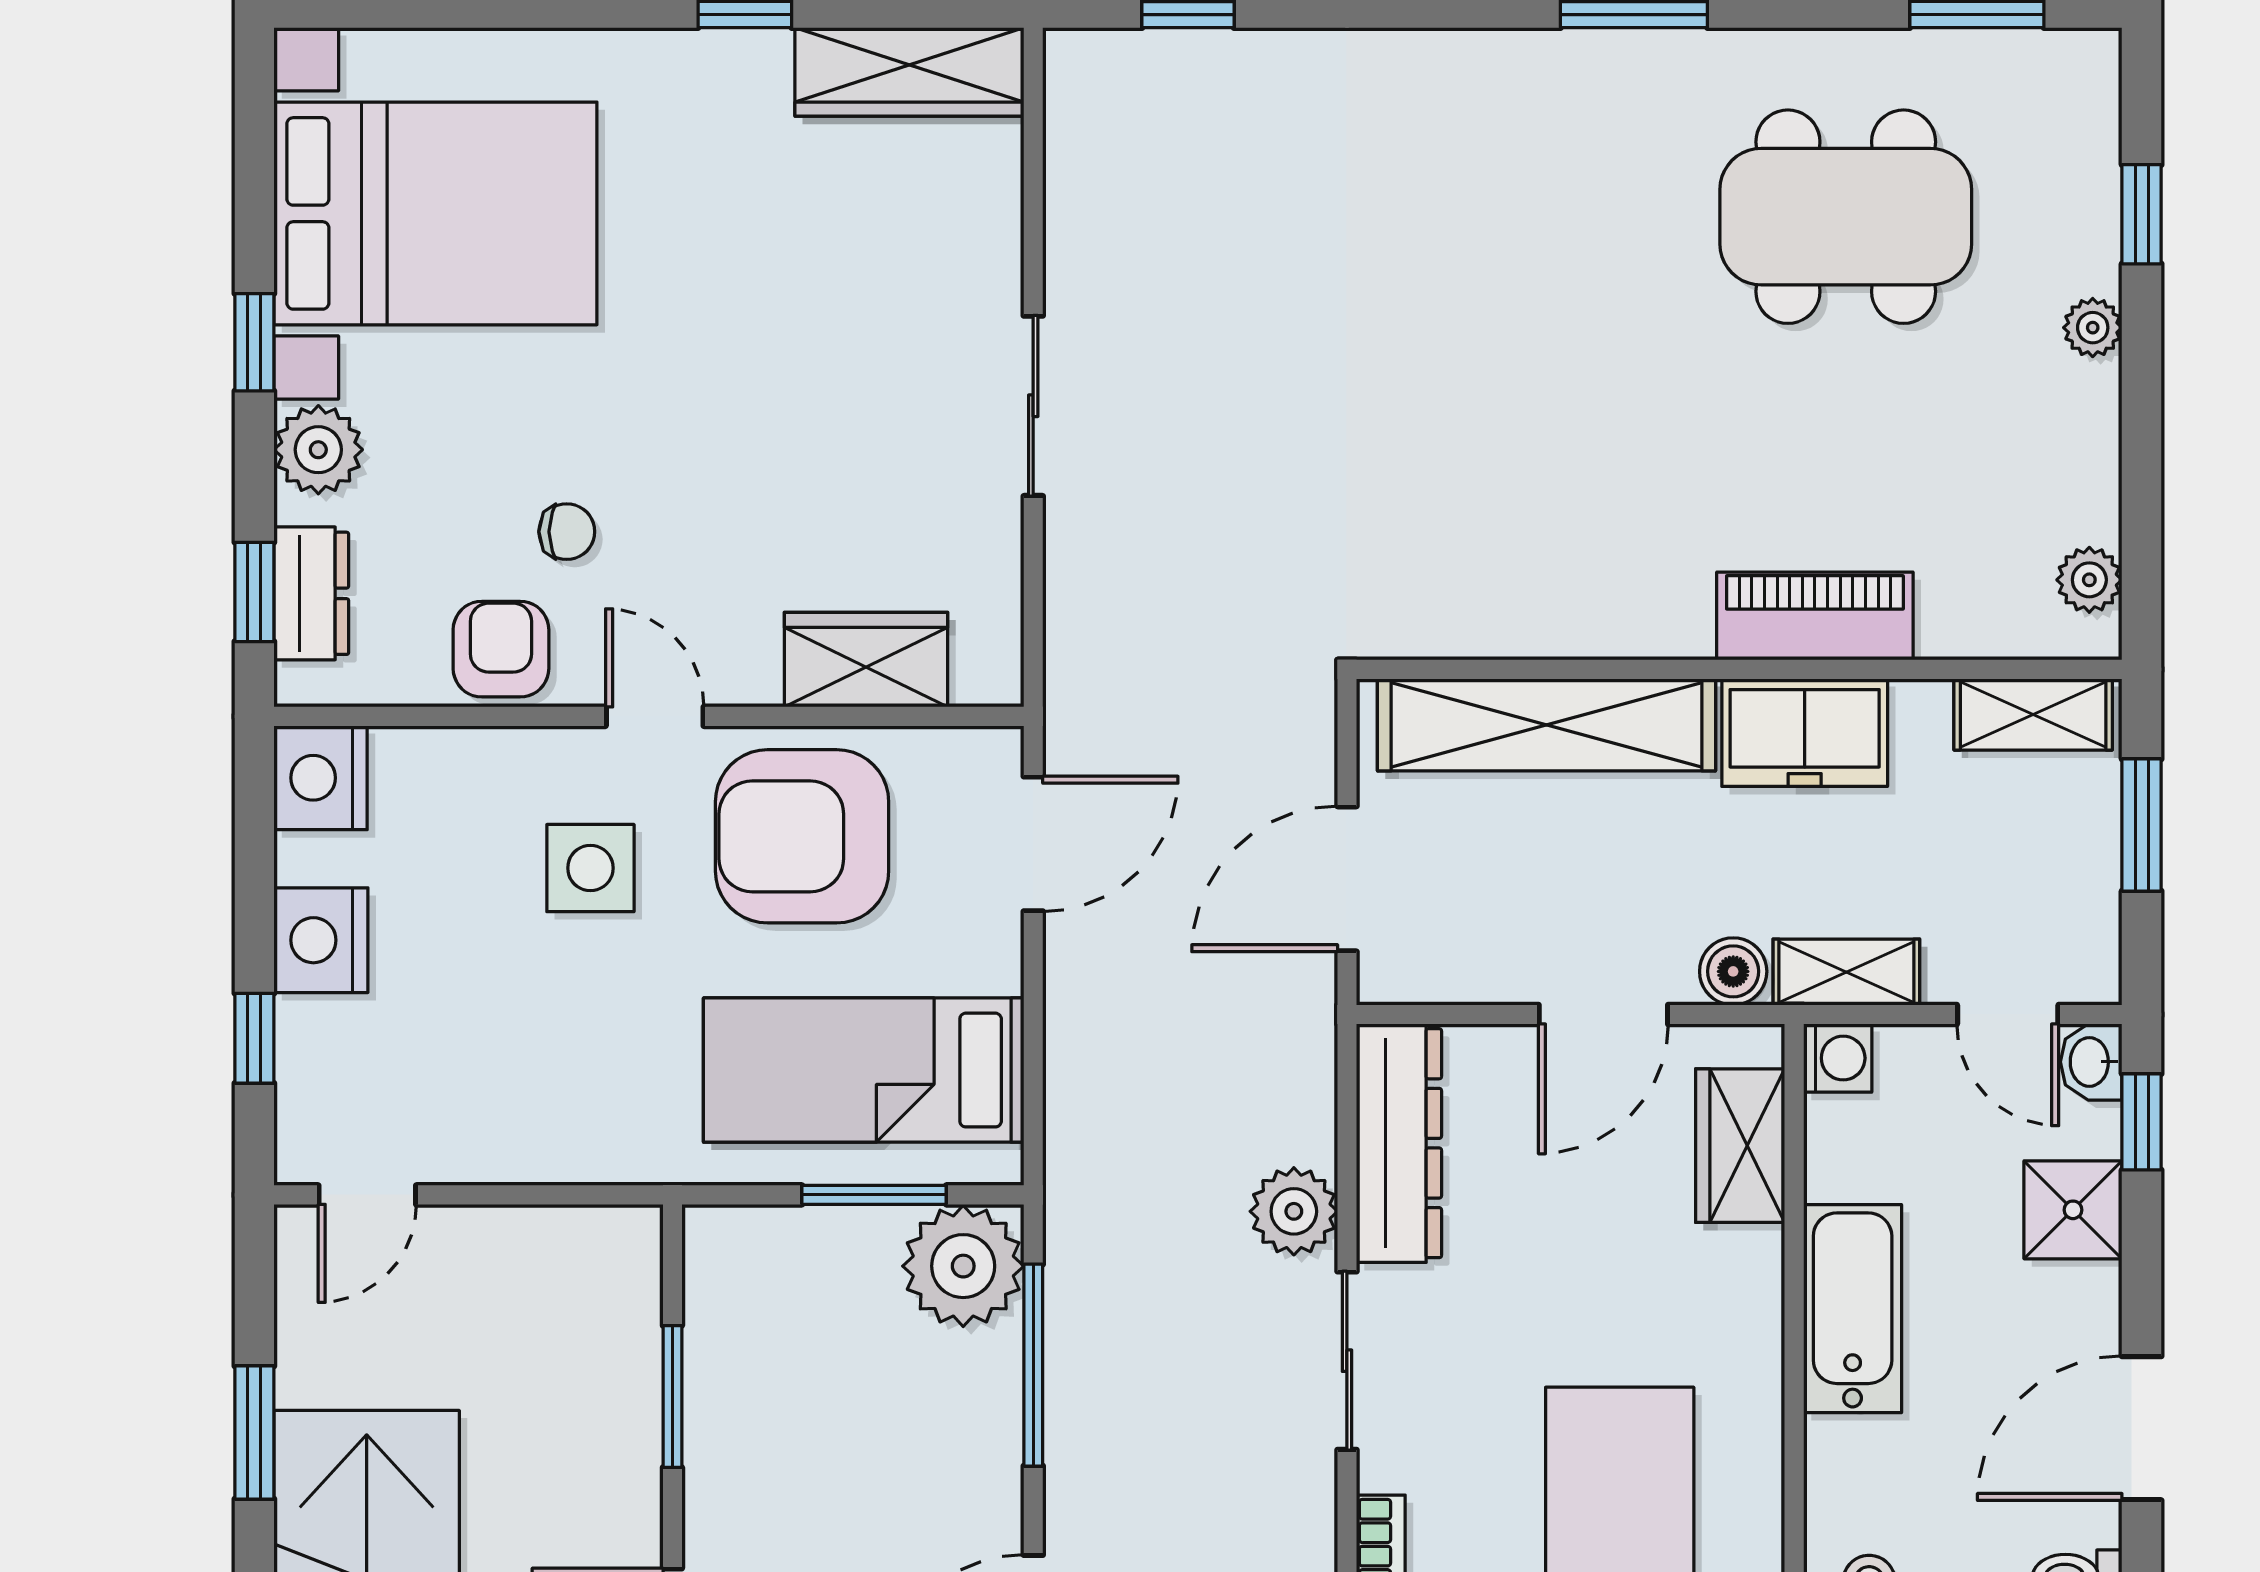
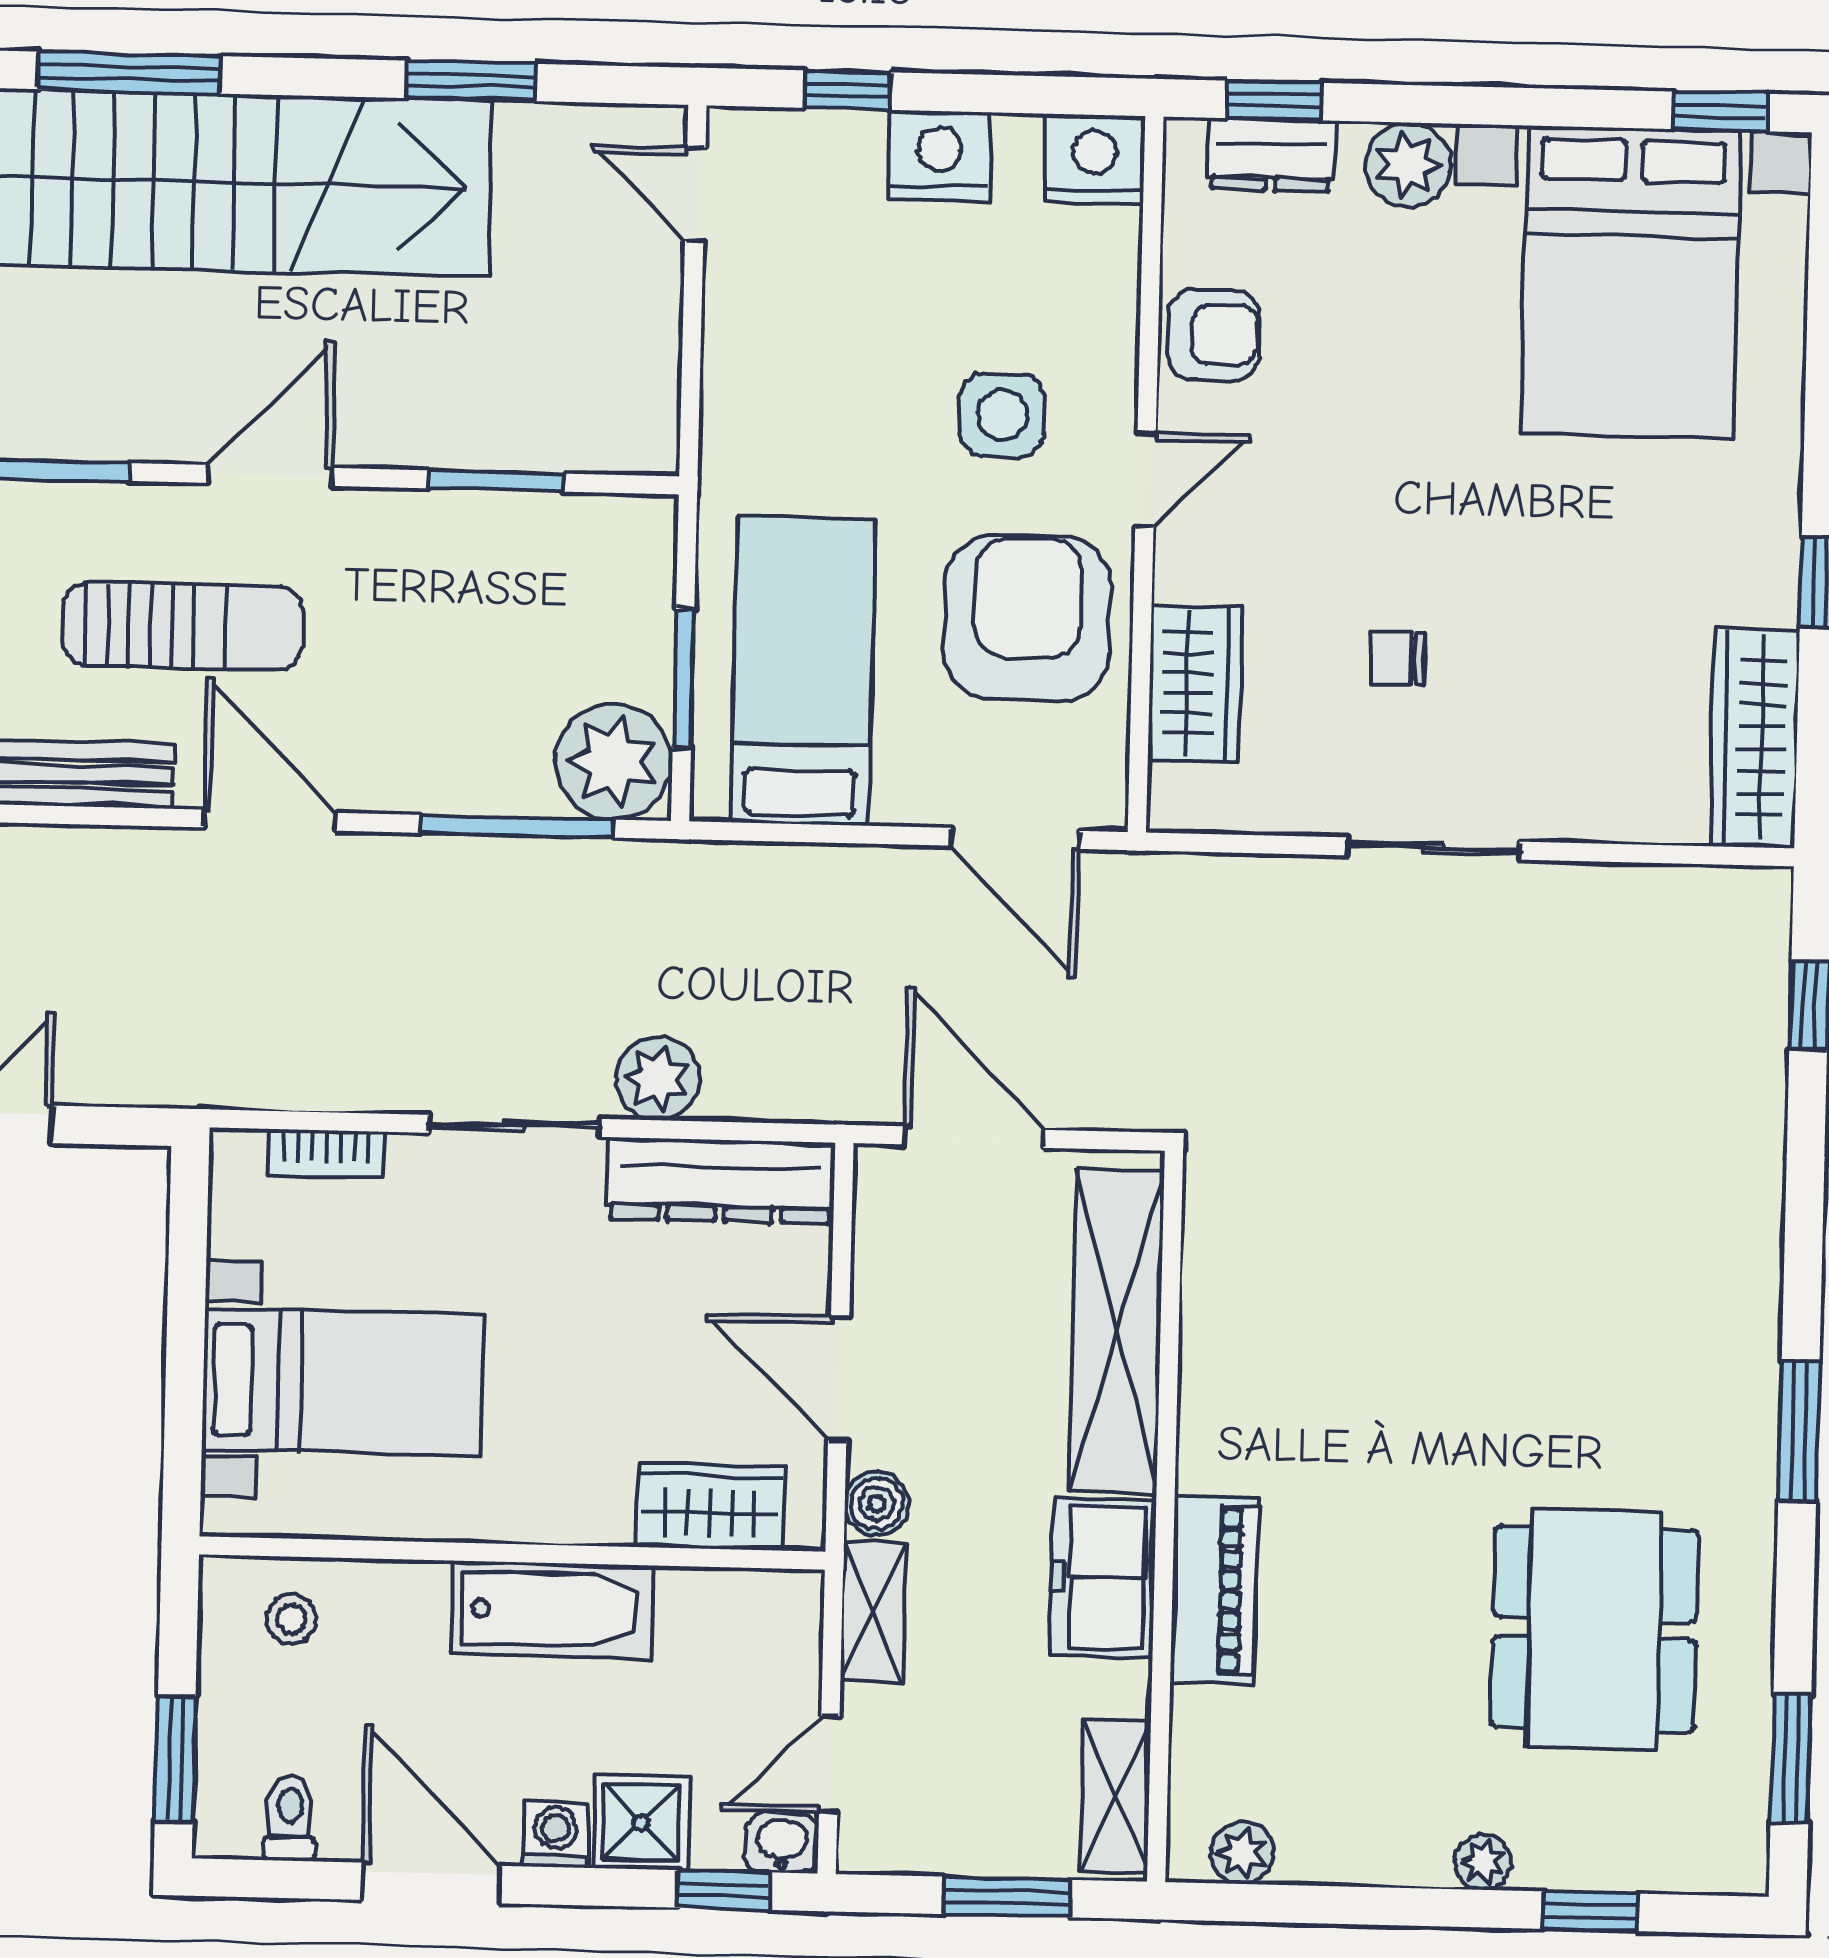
window: (254, 342) -> (1721, 111), moved
chair: (567, 532) -> (1398, 659), moved, turned 90
washing machine: (1838, 1058) -> (555, 1835), moved, turned 180

